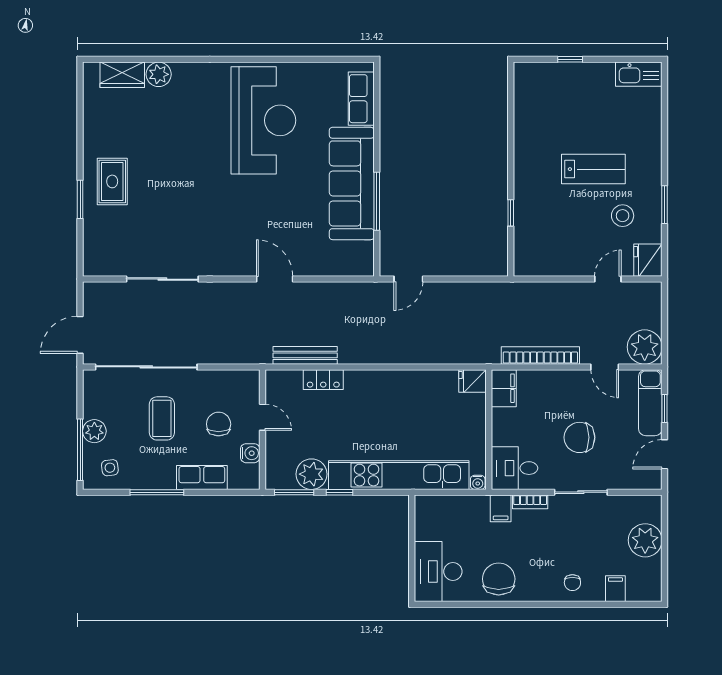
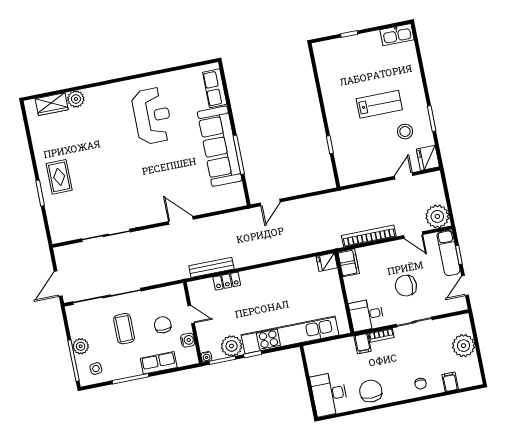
reception desk: (263, 120) -> (152, 116), width x0.74, depth x0.77
water cooler: (478, 482) -> (206, 357), moved

